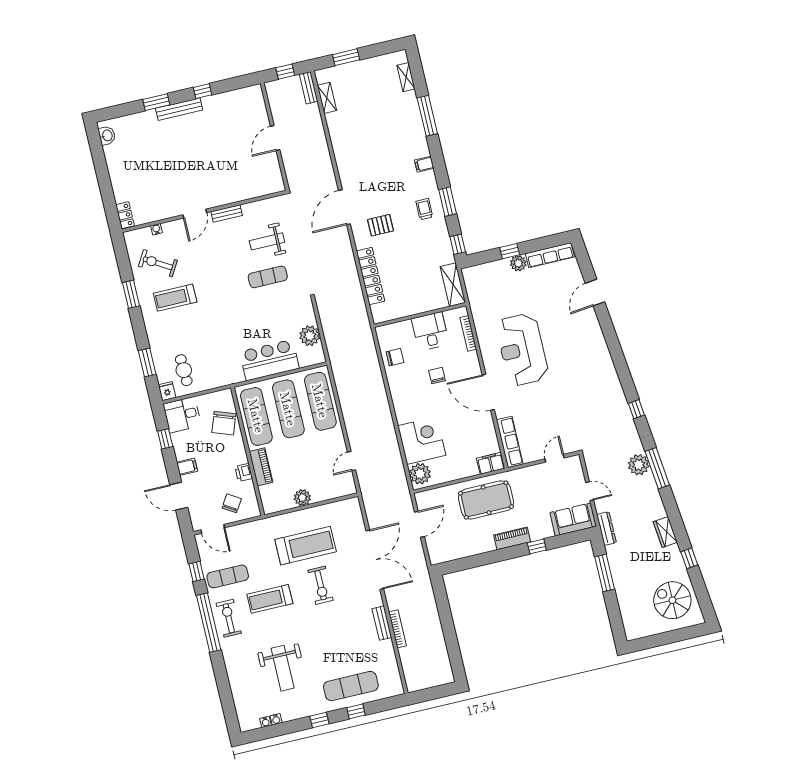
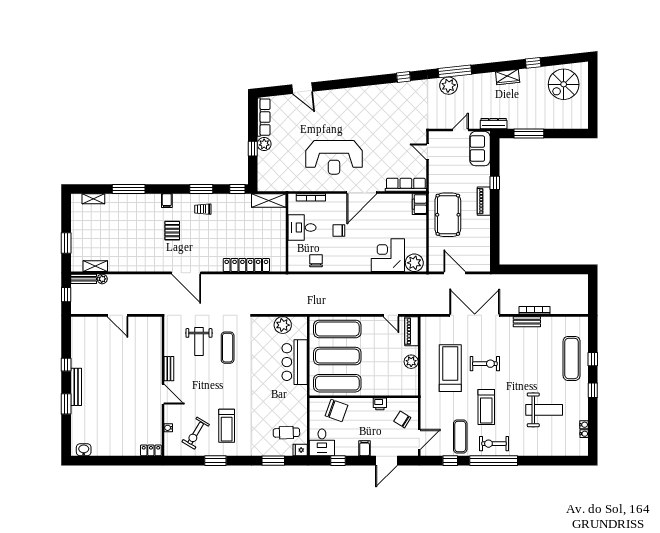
plant: (314, 110) -> (102, 279), added
pallet: (380, 225) -> (172, 231), moved
piano: (261, 467) -> (411, 331), moved, turned -90

